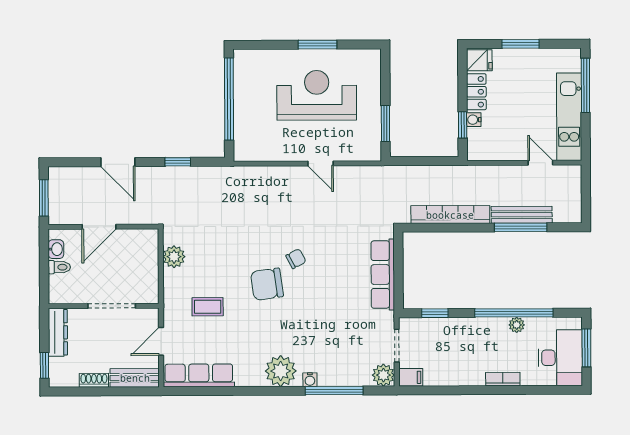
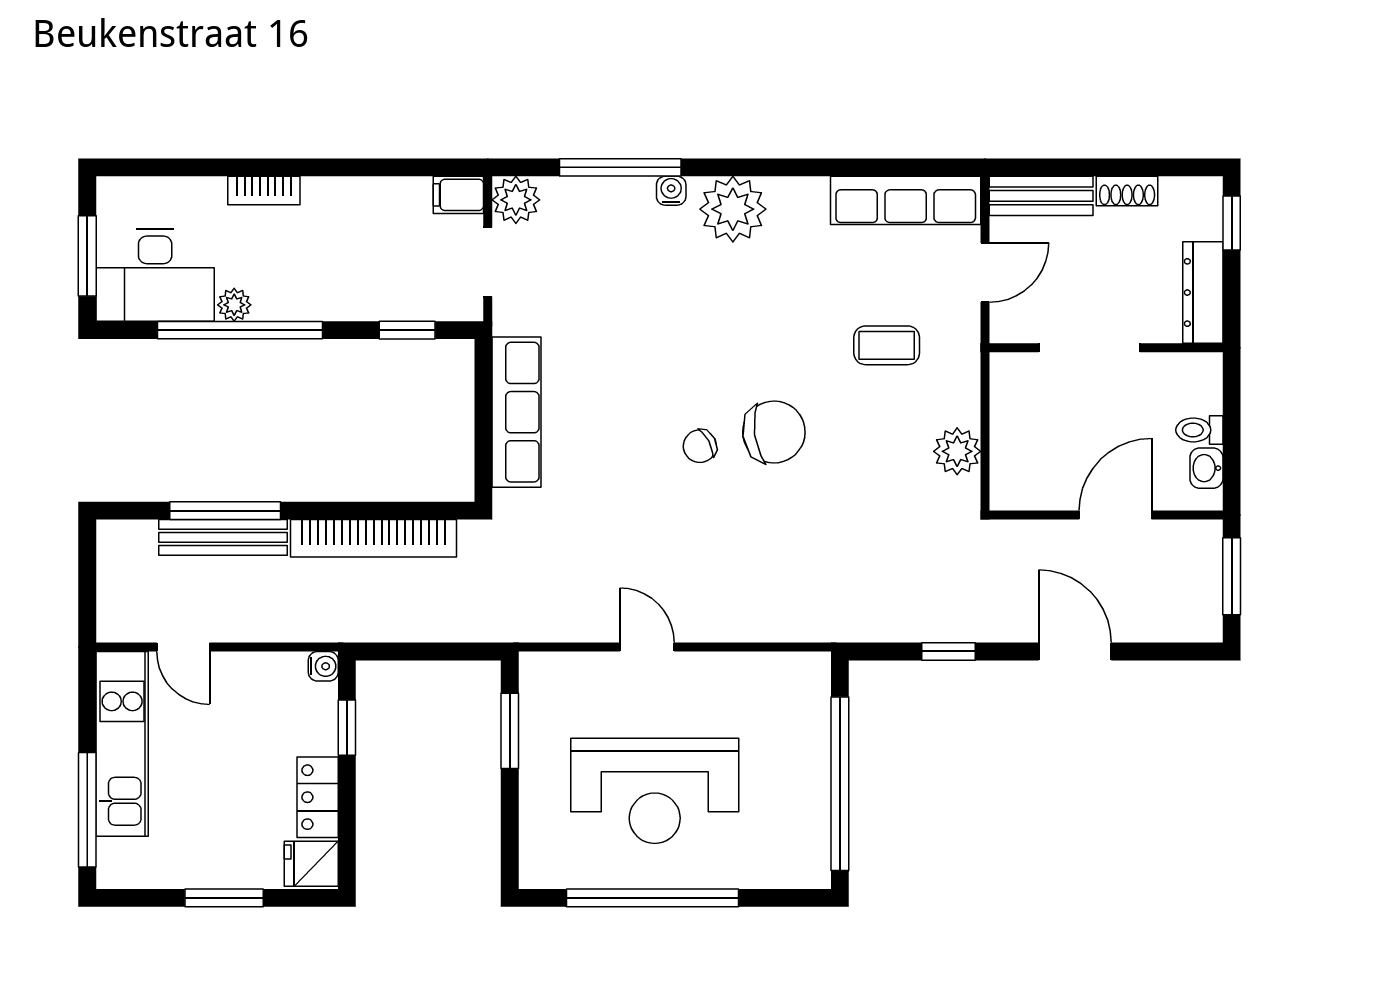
window: (318, 45) -> (652, 898), width x2.11
water cooler: (474, 120) -> (323, 666), moved
chair: (267, 284) -> (774, 432), moved
desk: (560, 358) -> (155, 275), moved, turned -90

